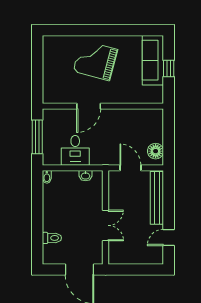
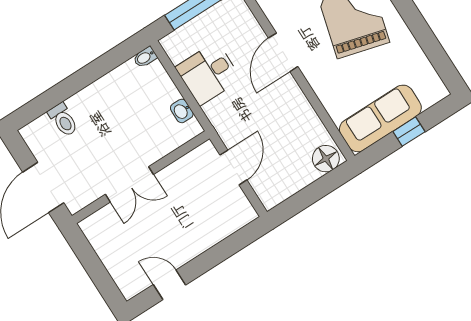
sofa: (153, 60) -> (380, 118), moved
door: (89, 106) -> (283, 52), hinge flipped
floor lamp: (156, 151) -> (326, 159), moved
bench: (157, 198) -> (215, 232), removed

